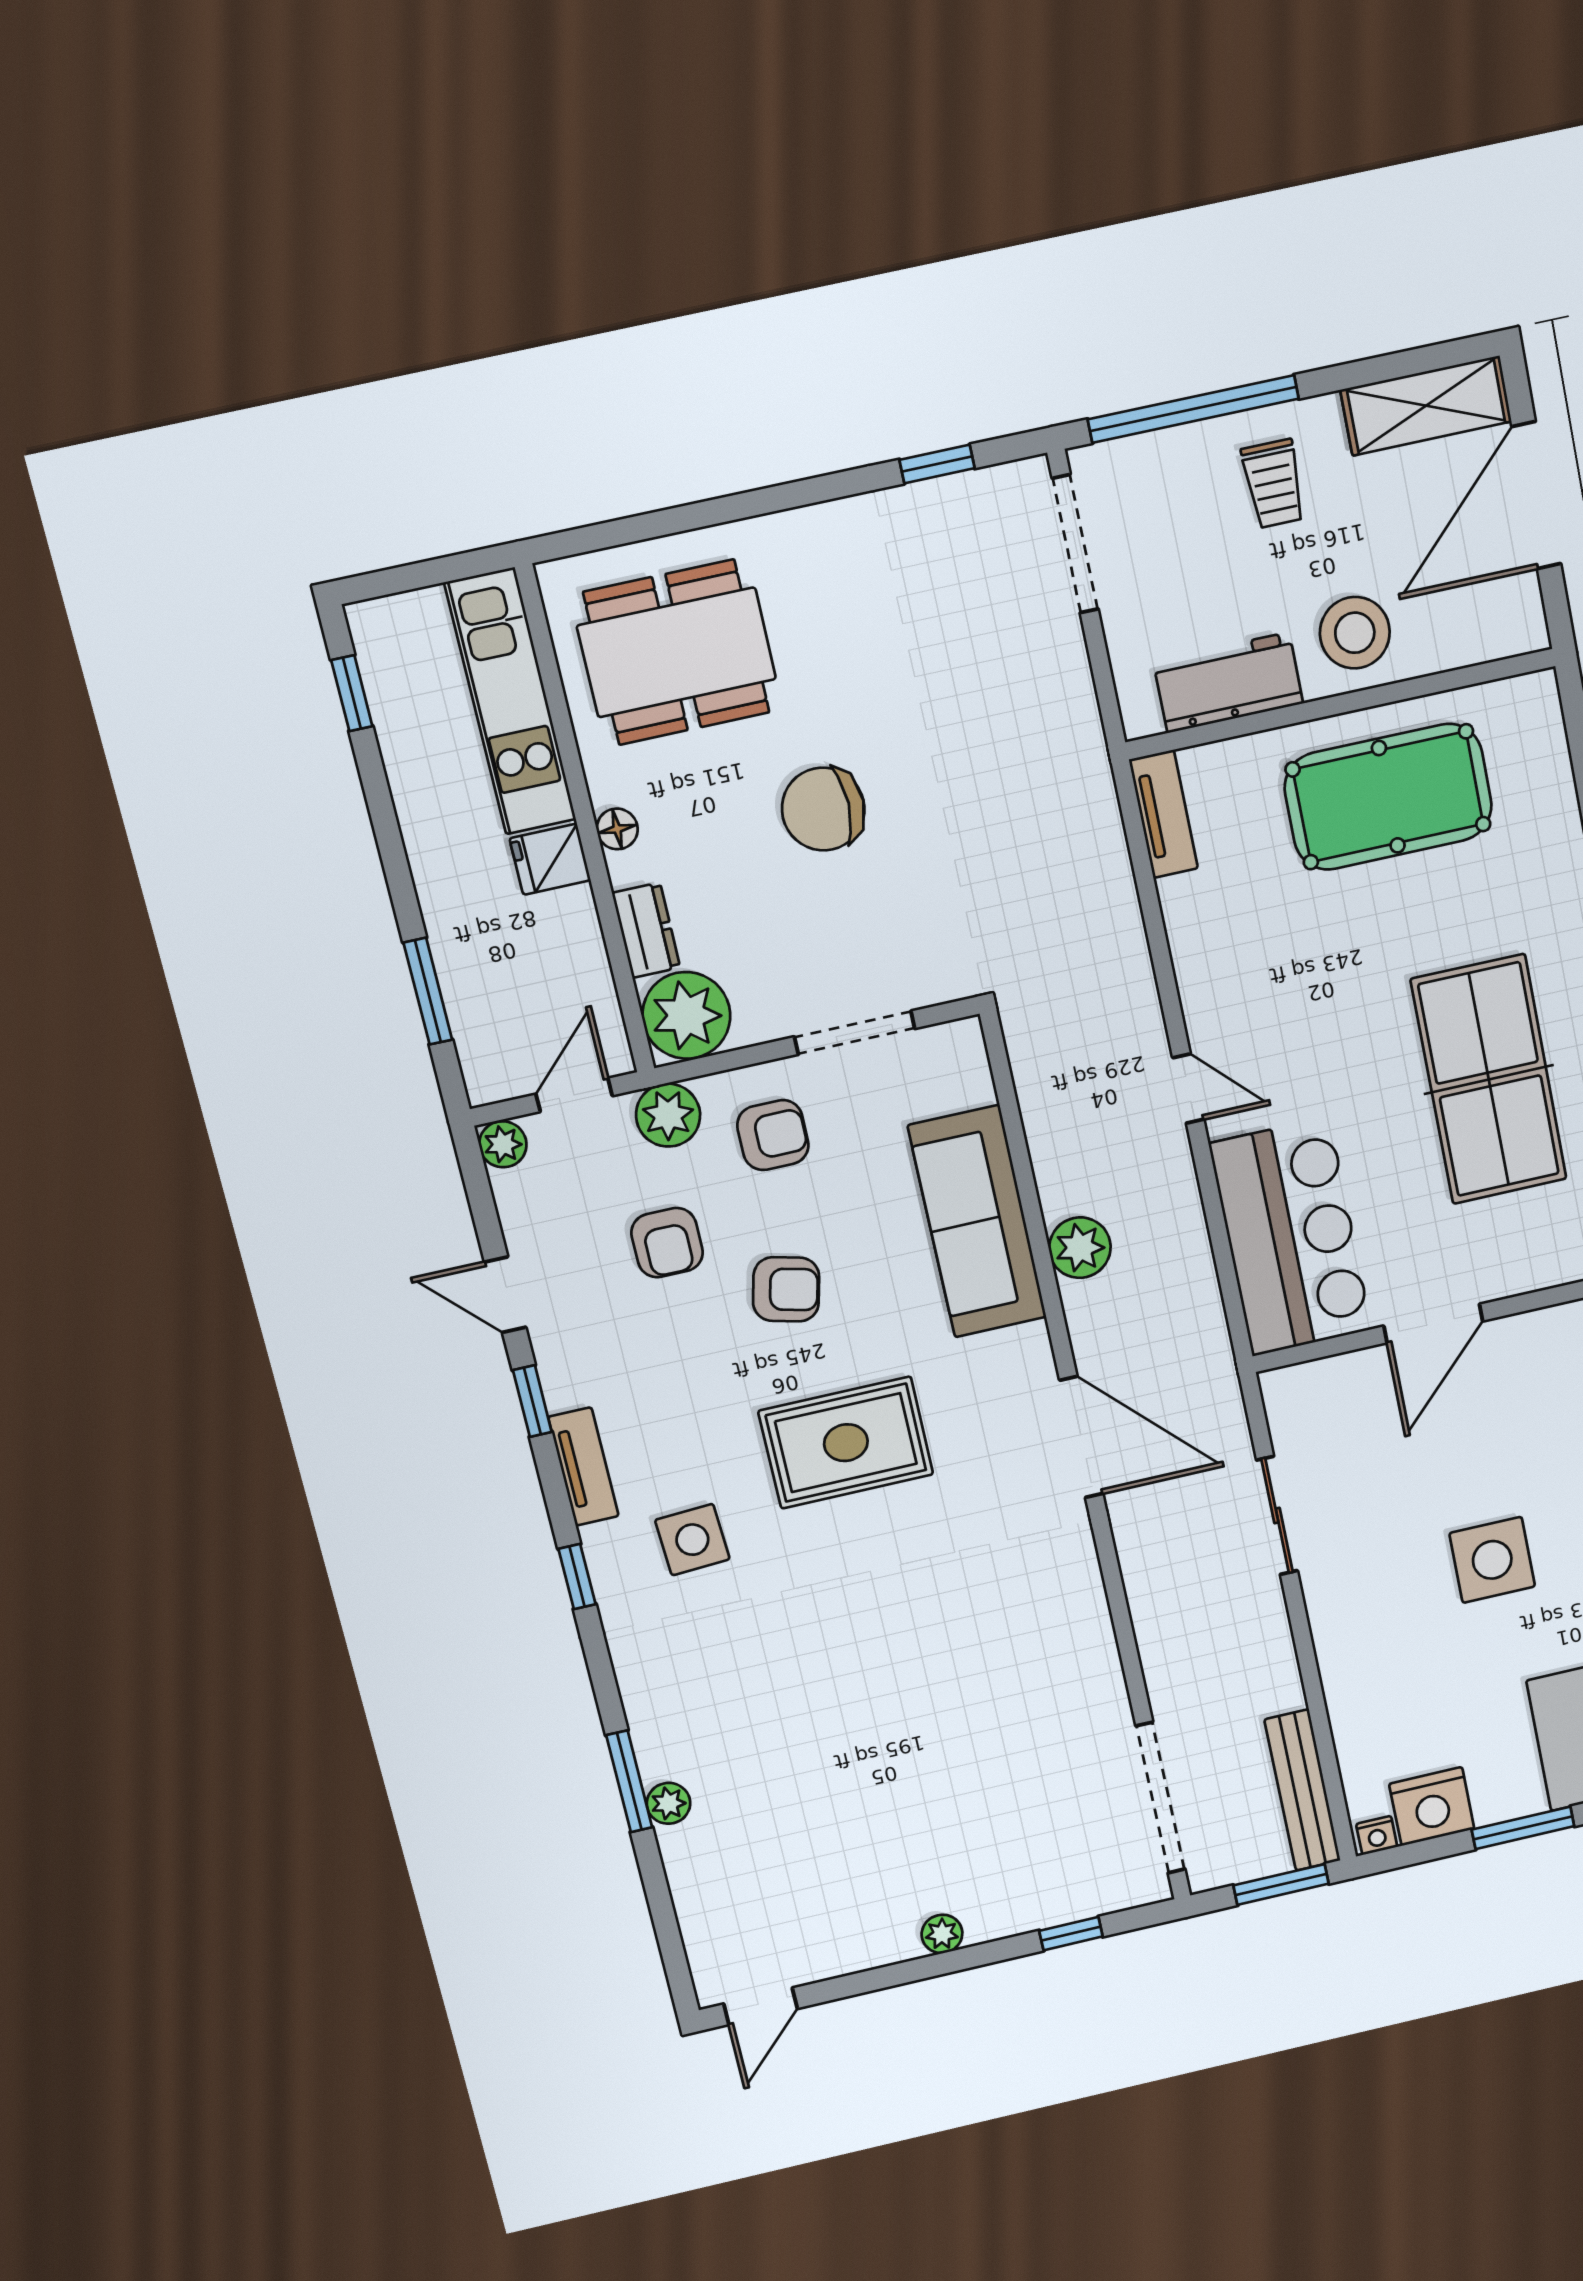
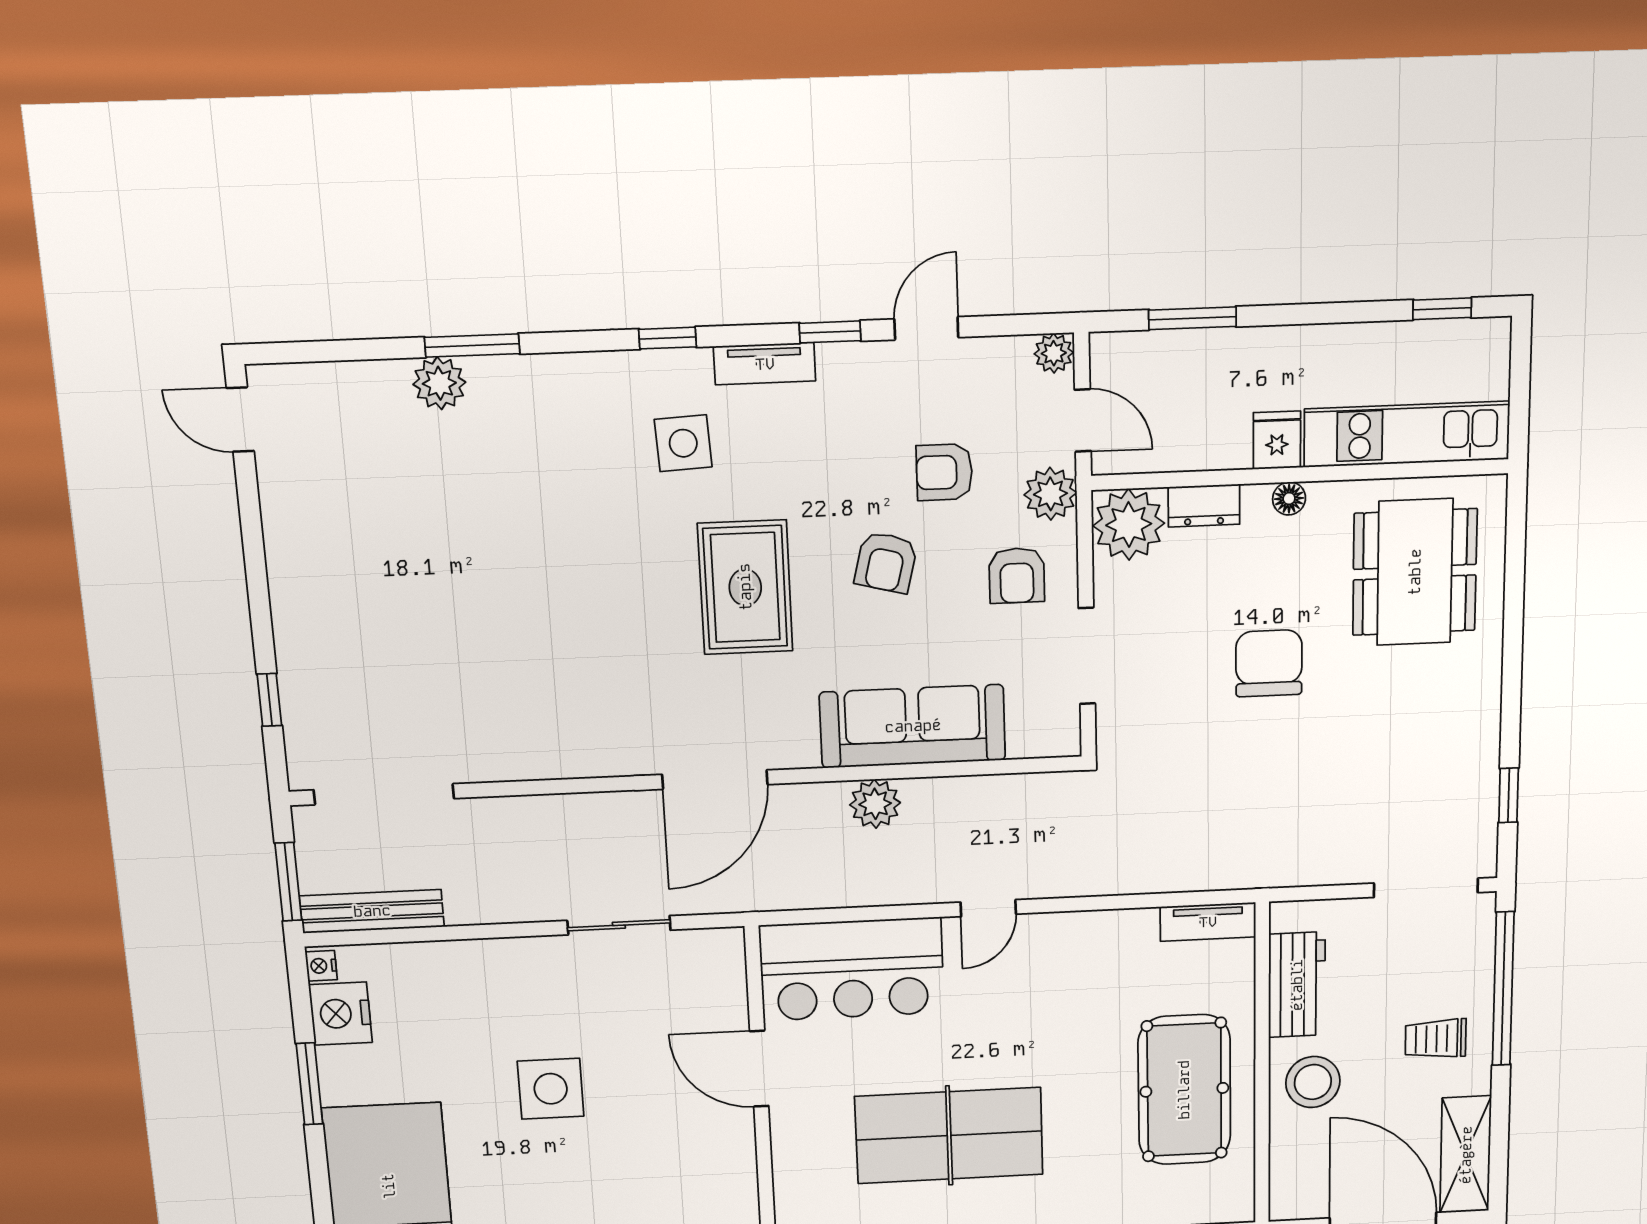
plant: (668, 1803) -> (439, 383), width x1.38, depth x1.38
plant: (942, 1934) -> (286, 590), removed

